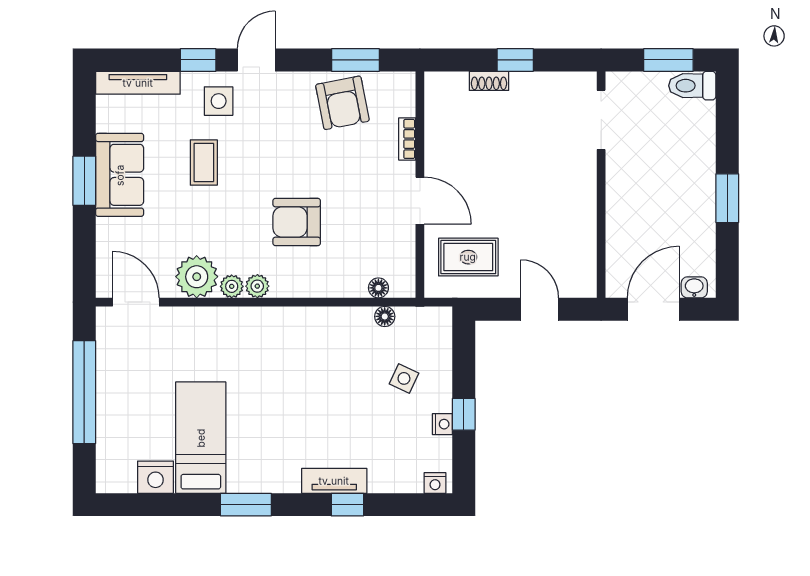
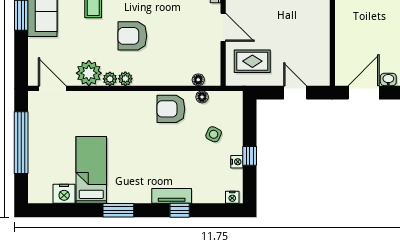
armchair: (297, 222) -> (132, 36), moved
armchair: (333, 336) -> (171, 109), added

